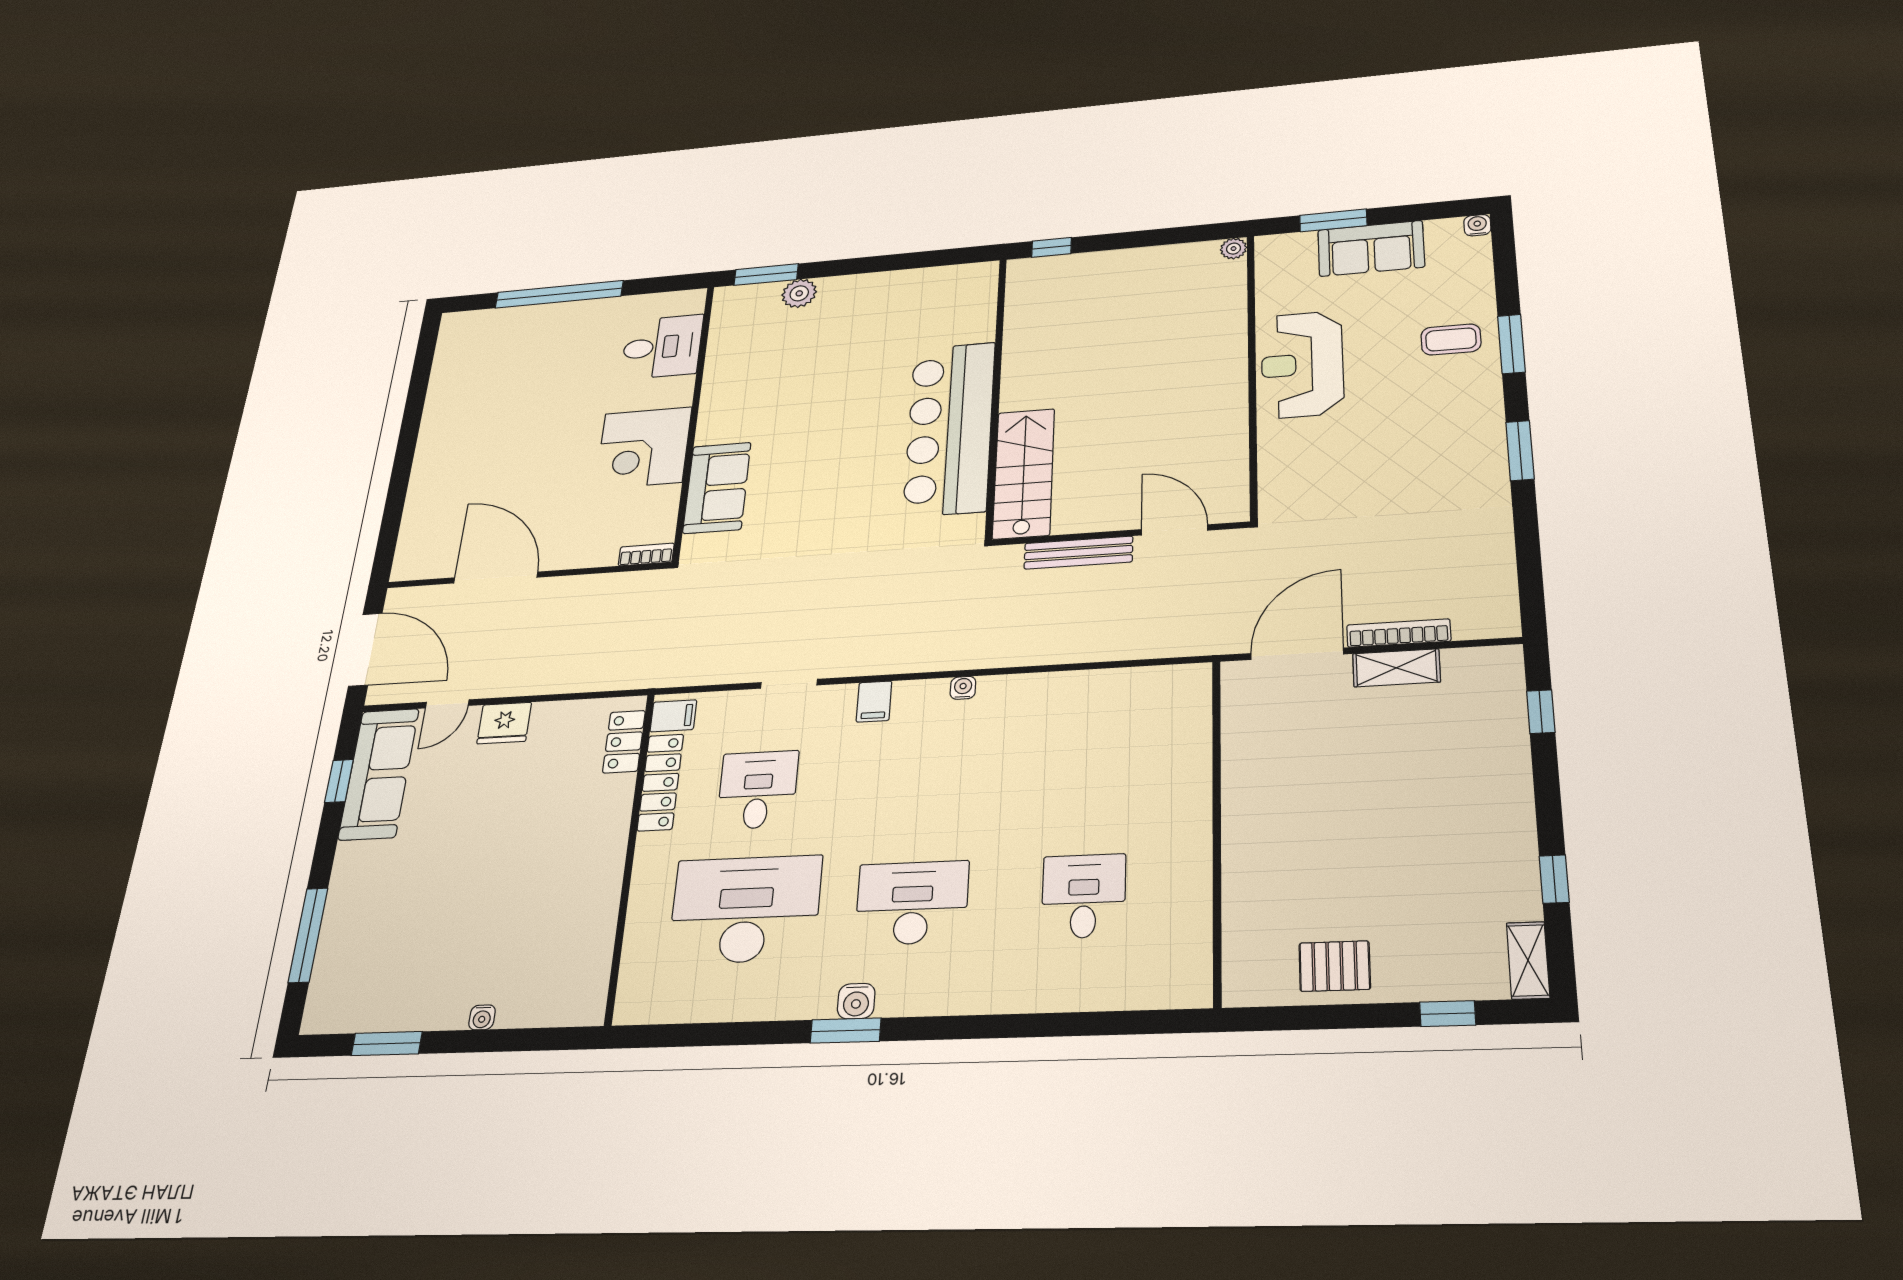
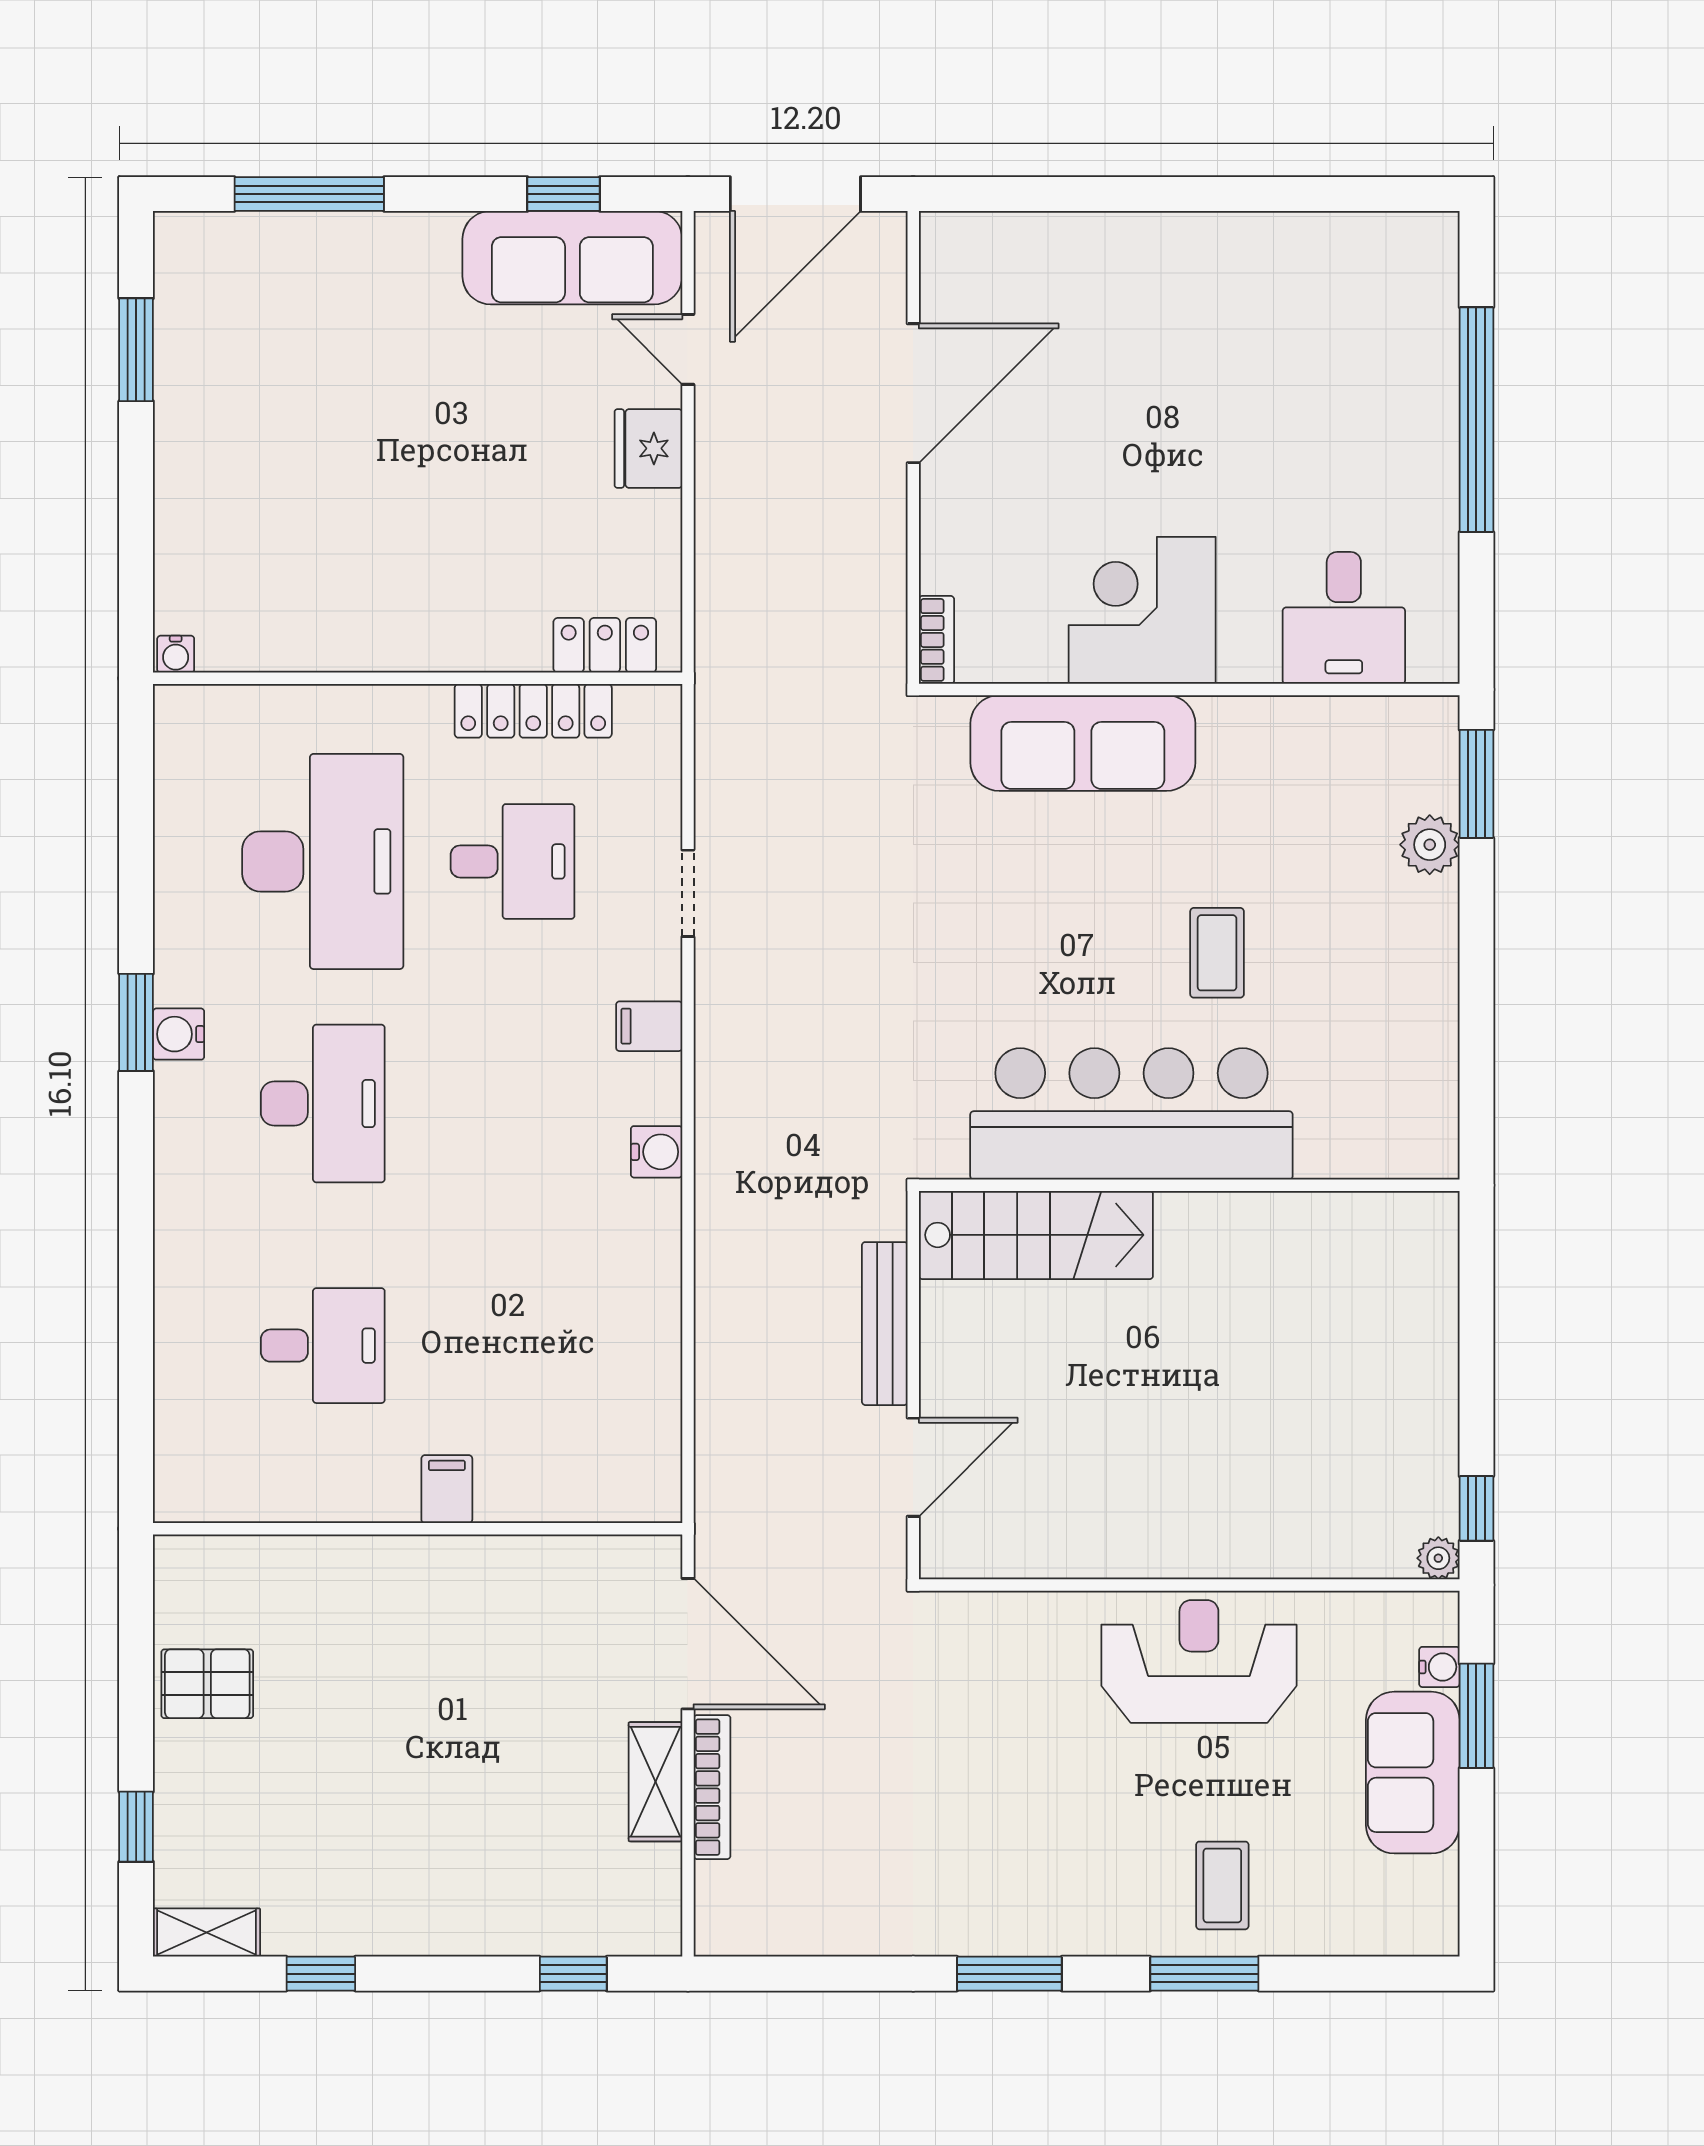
water cooler: (1477, 225) -> (1439, 1667), moved
window: (1052, 247) -> (1476, 1508), moved
coffee table: (854, 393) -> (1217, 953), added
sofa: (717, 488) -> (1083, 743), width x1.36
water cooler: (963, 688) -> (657, 1152), width x1.38, depth x1.38
filing cabinet: (673, 716) -> (447, 1489), moved, turned 180
pallet: (1335, 966) -> (207, 1684), turned 90
water cooler: (482, 1017) -> (176, 654), moved, turned -90

